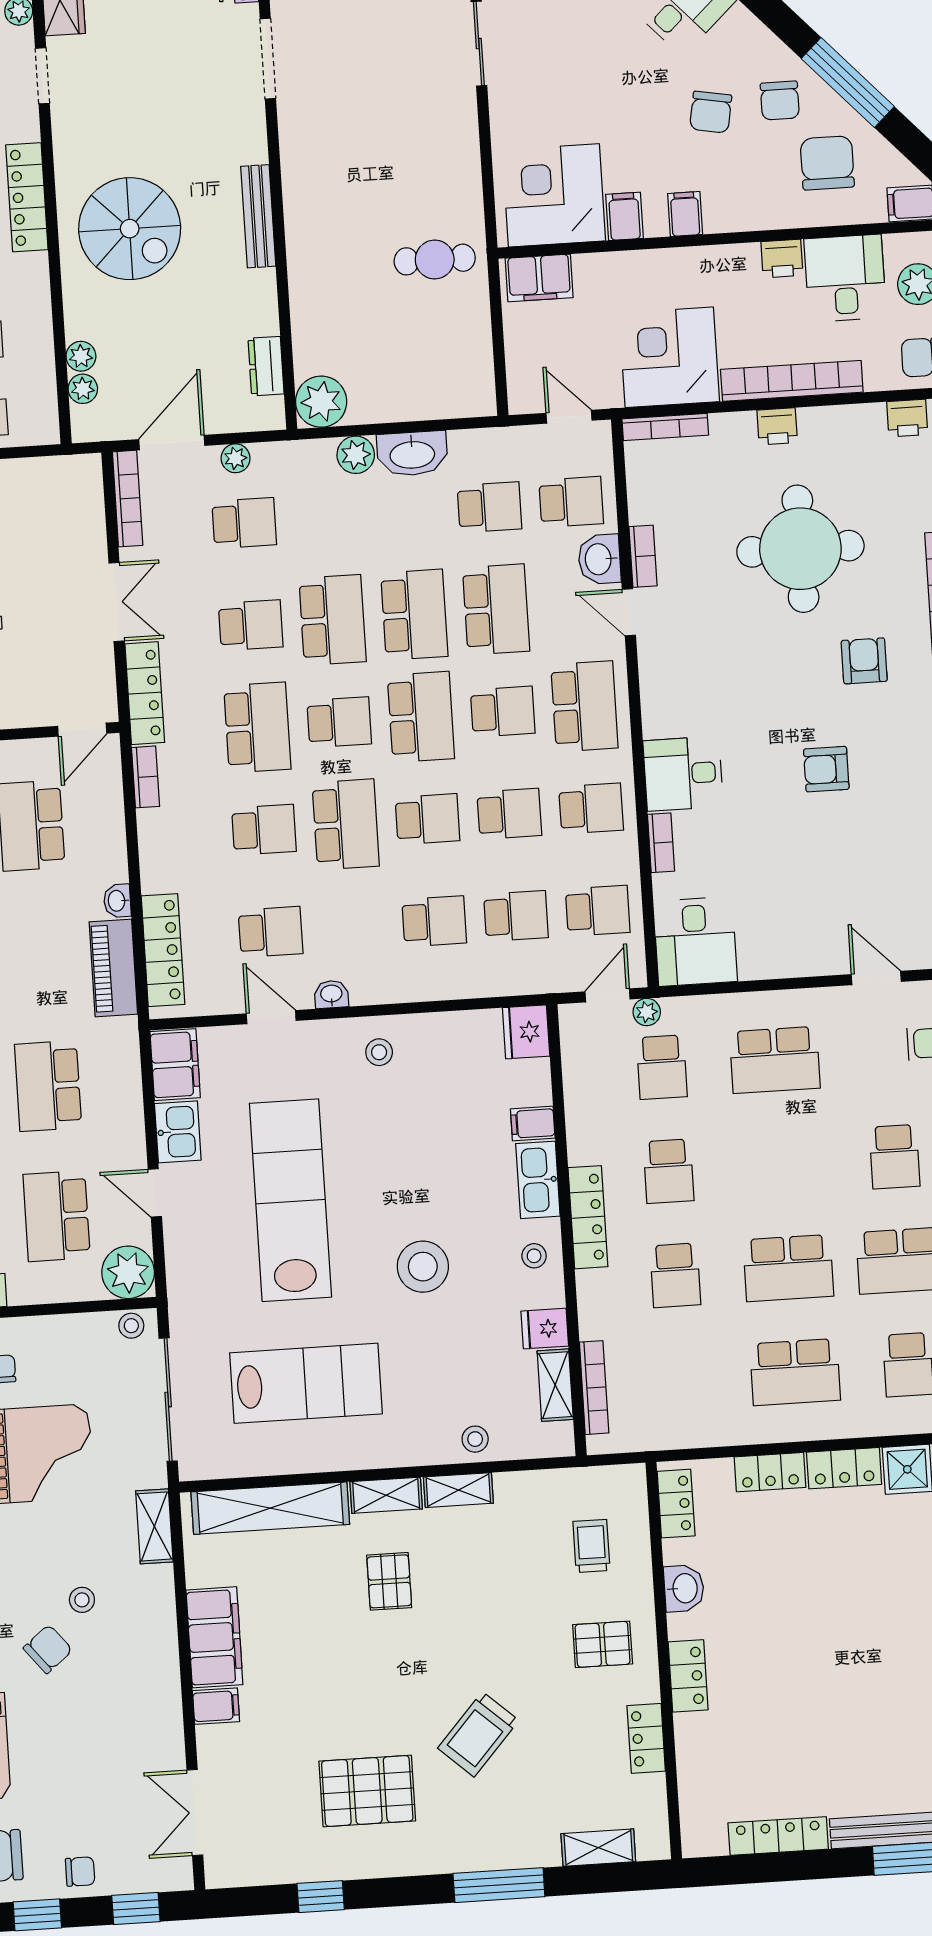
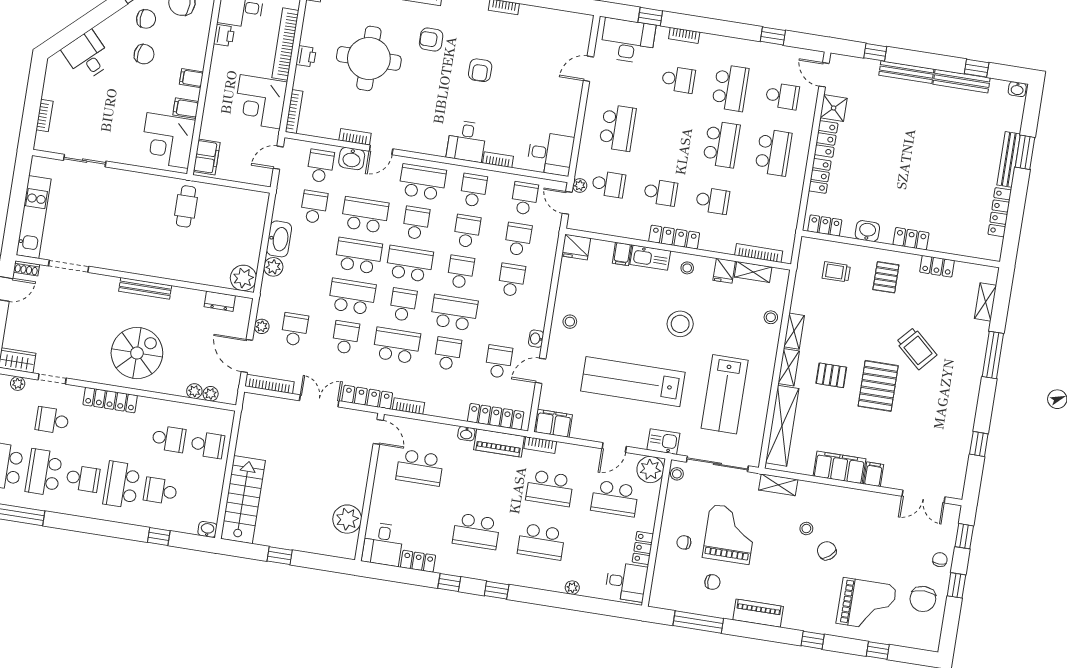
bookcase: (128, 1049) -> (540, 445), added
kitchen sink: (178, 1132) -> (663, 442), moved
lab bench: (306, 1383) -> (725, 394), turned 180
pallet: (367, 1791) -> (878, 386), moved

